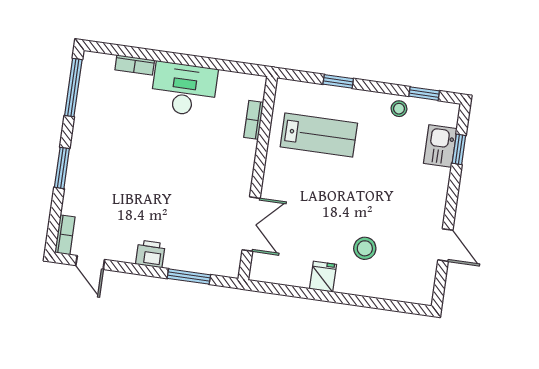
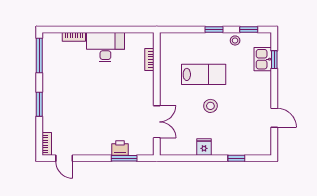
window: (338, 81) -> (214, 29), moved
lab bench: (319, 135) -> (204, 74), moved
stool: (365, 248) -> (210, 106), moved
printer: (150, 254) -> (120, 148), moved
window: (373, 303) -> (236, 158), added

